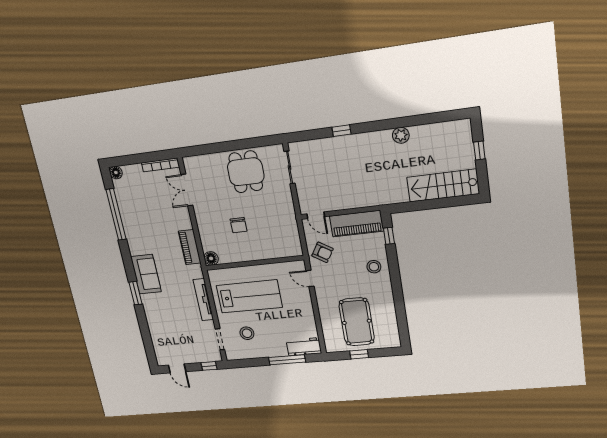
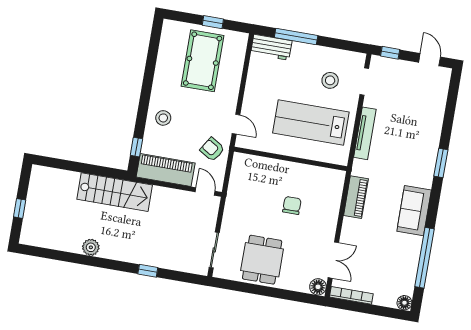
stairs: (443, 186) -> (115, 192), moved
floor lamp: (211, 258) -> (318, 287), moved
sofa: (146, 274) -> (414, 211), moved

